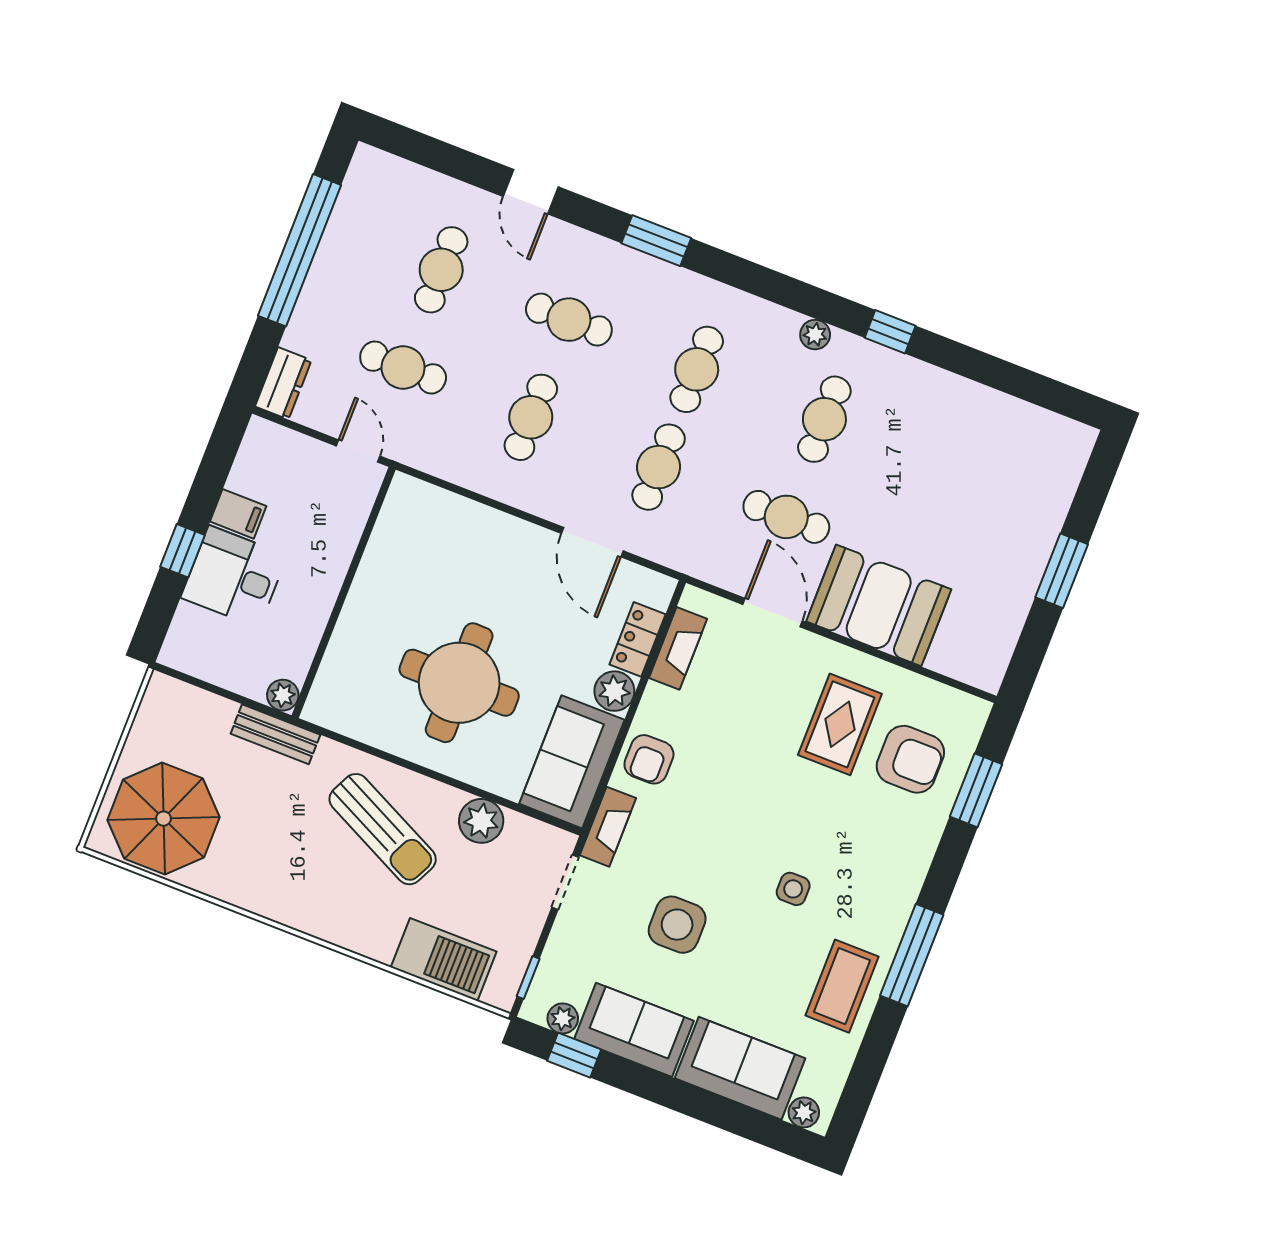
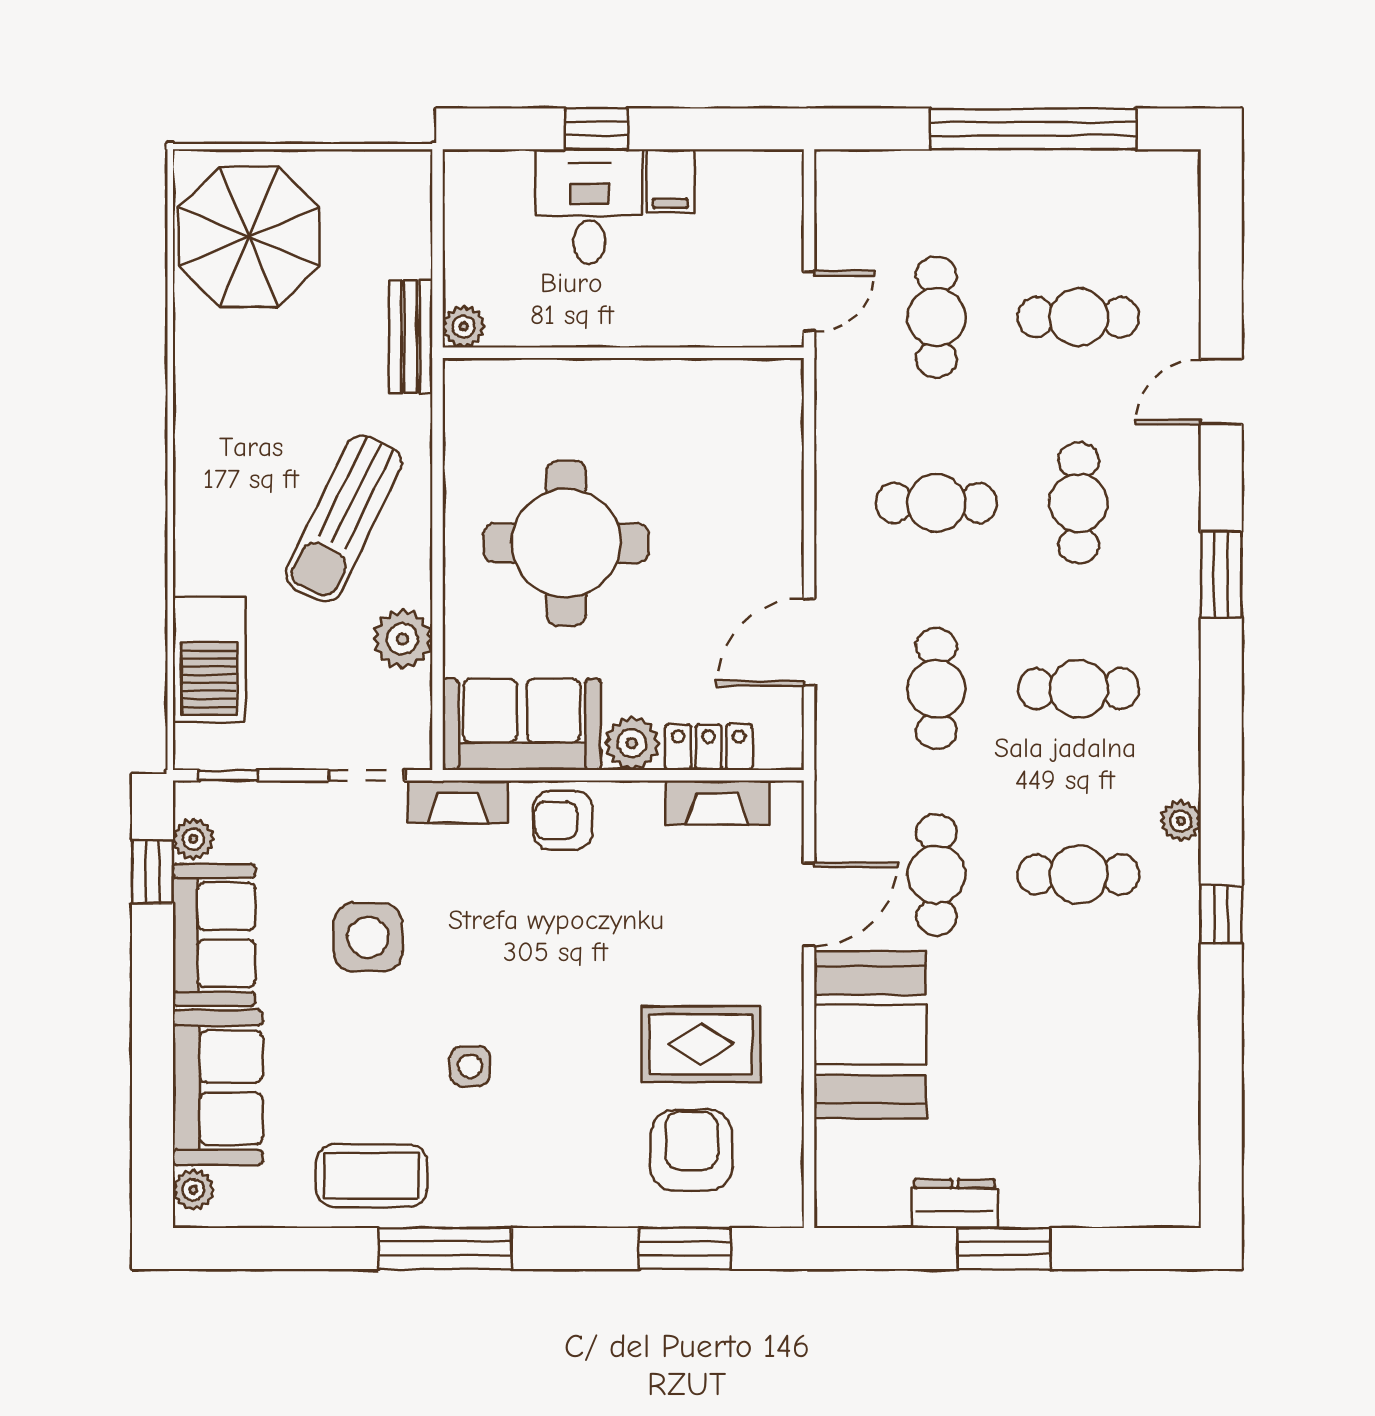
dresser: (283, 383) -> (955, 1204), moved, turned 180
cafe table: (659, 467) -> (936, 689), turned 90
armchair: (910, 759) -> (692, 1150), turned 180

